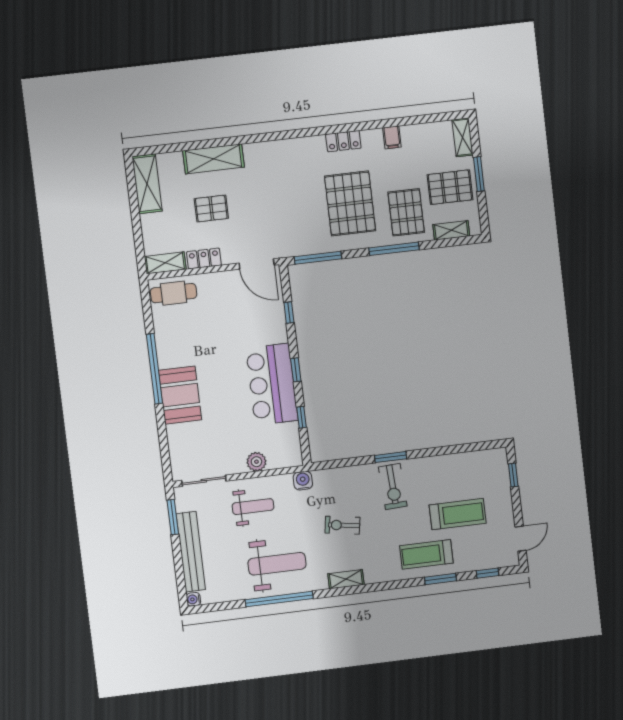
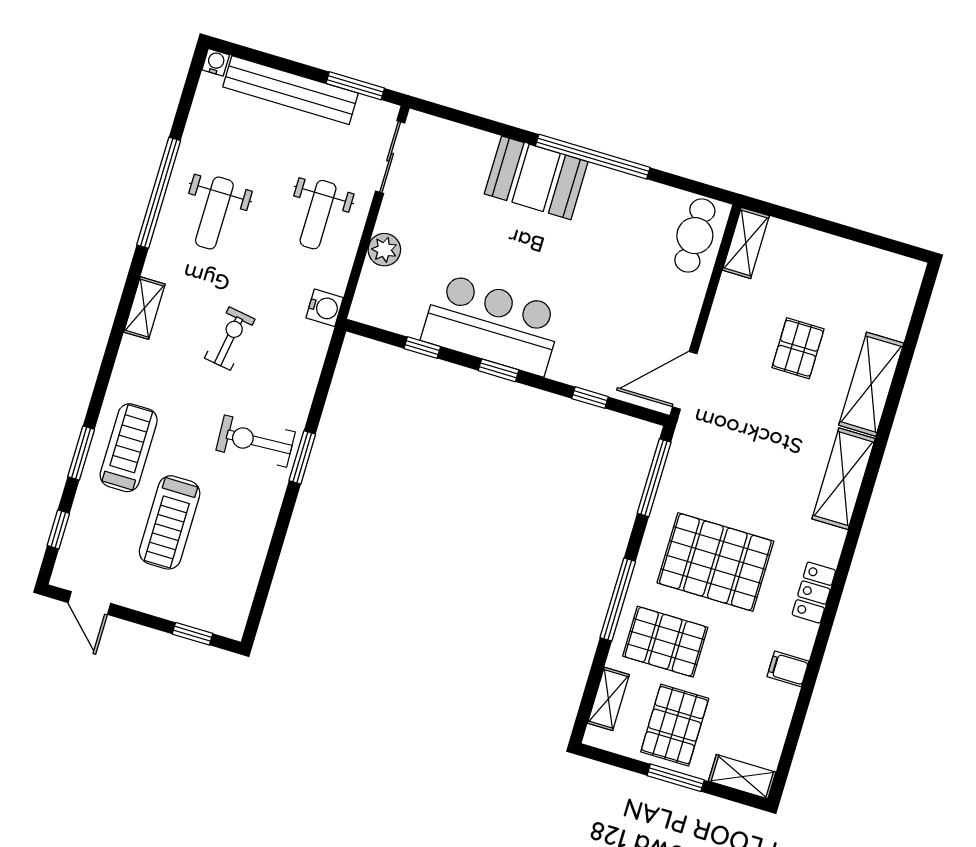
shelving: (147, 184) -> (844, 479), moved, turned 90
locker: (204, 258) -> (727, 304), removed
weight bench: (277, 564) -> (214, 213), width x0.73, depth x0.75

